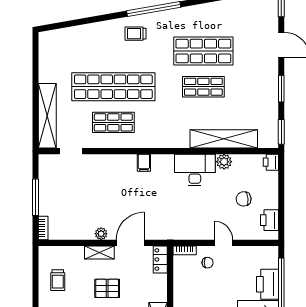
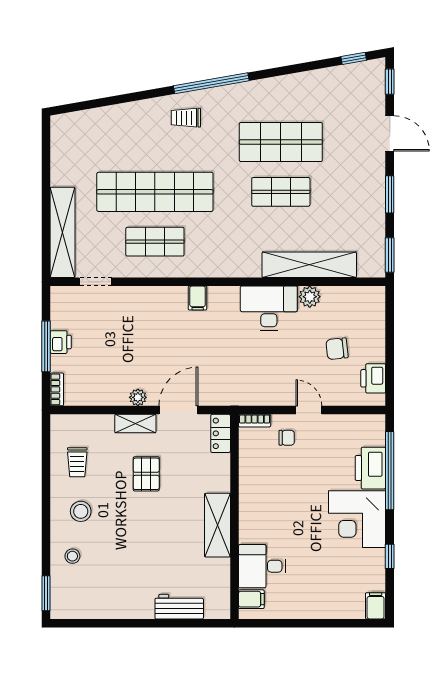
printer: (271, 162) -> (61, 342), moved, turned 180
pallet: (107, 288) -> (146, 474), turned 90

